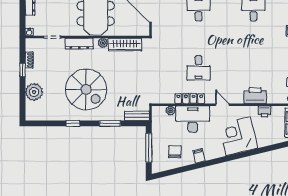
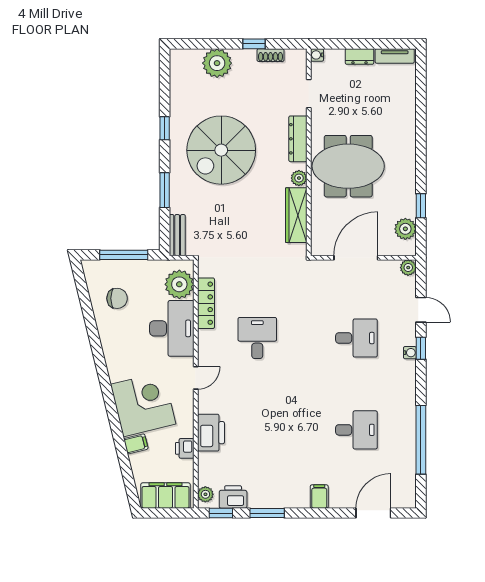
desk: (198, 68) -> (257, 338), turned 90
locker: (190, 99) -> (206, 303), moved
plant: (170, 110) -> (179, 284), width x1.87, depth x1.87
filing cabinet: (199, 156) -> (136, 444), moved

